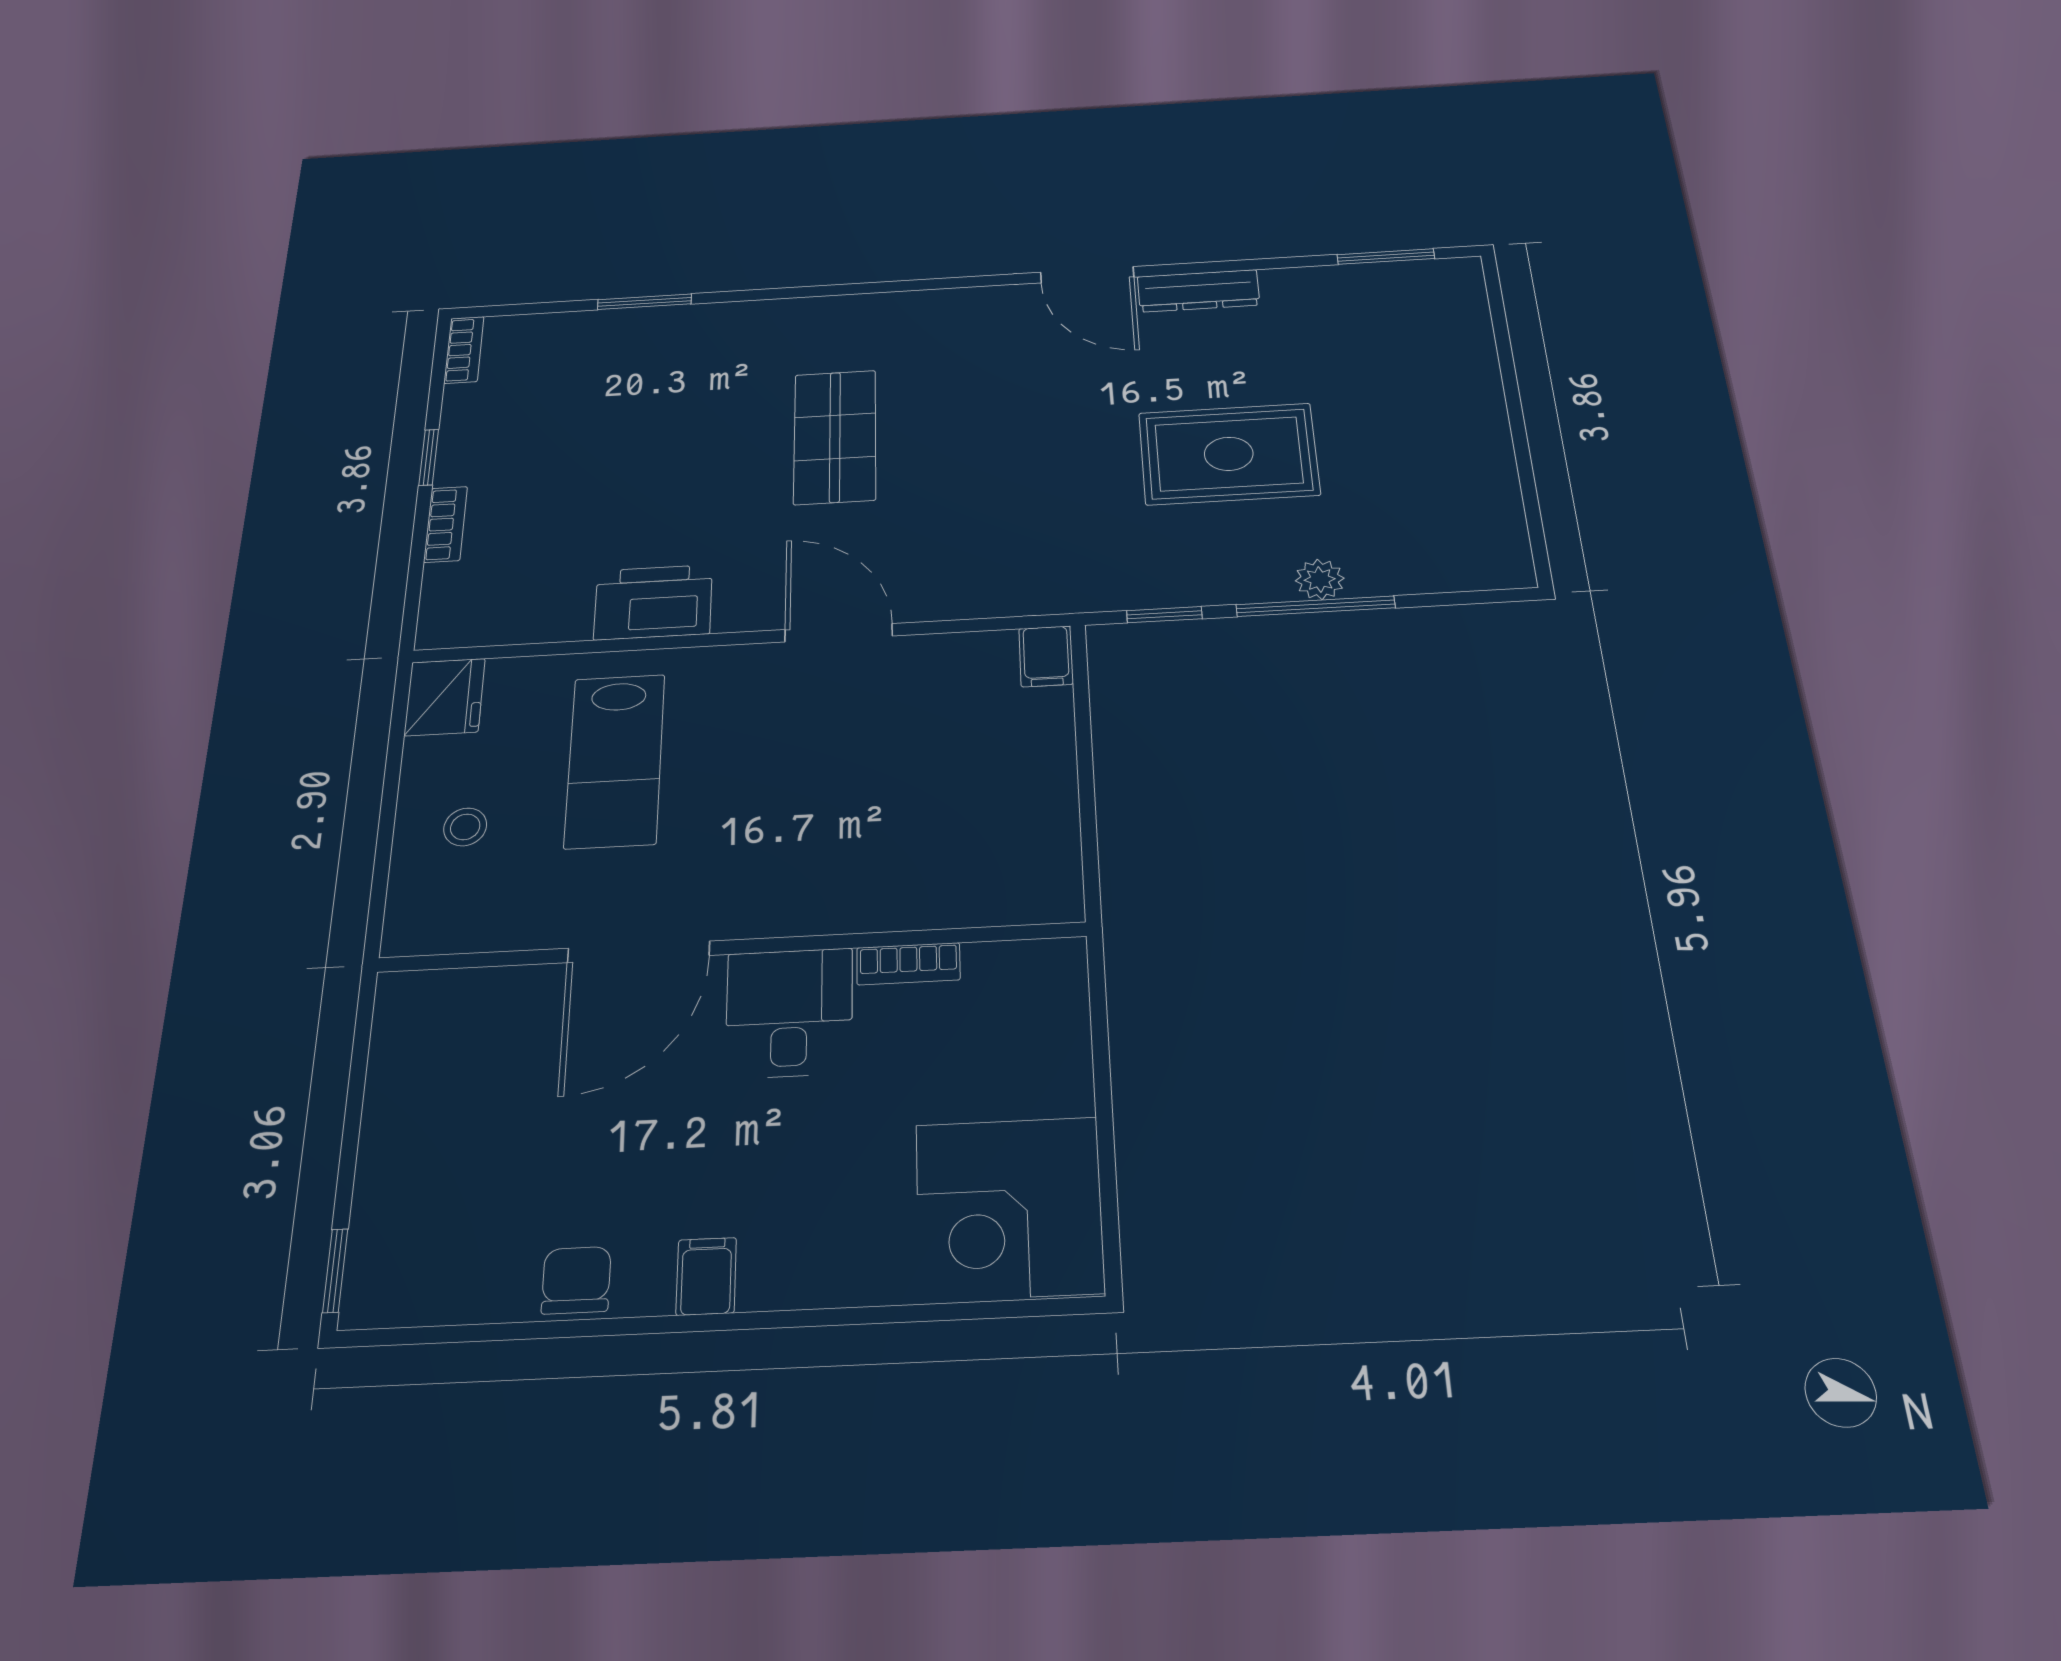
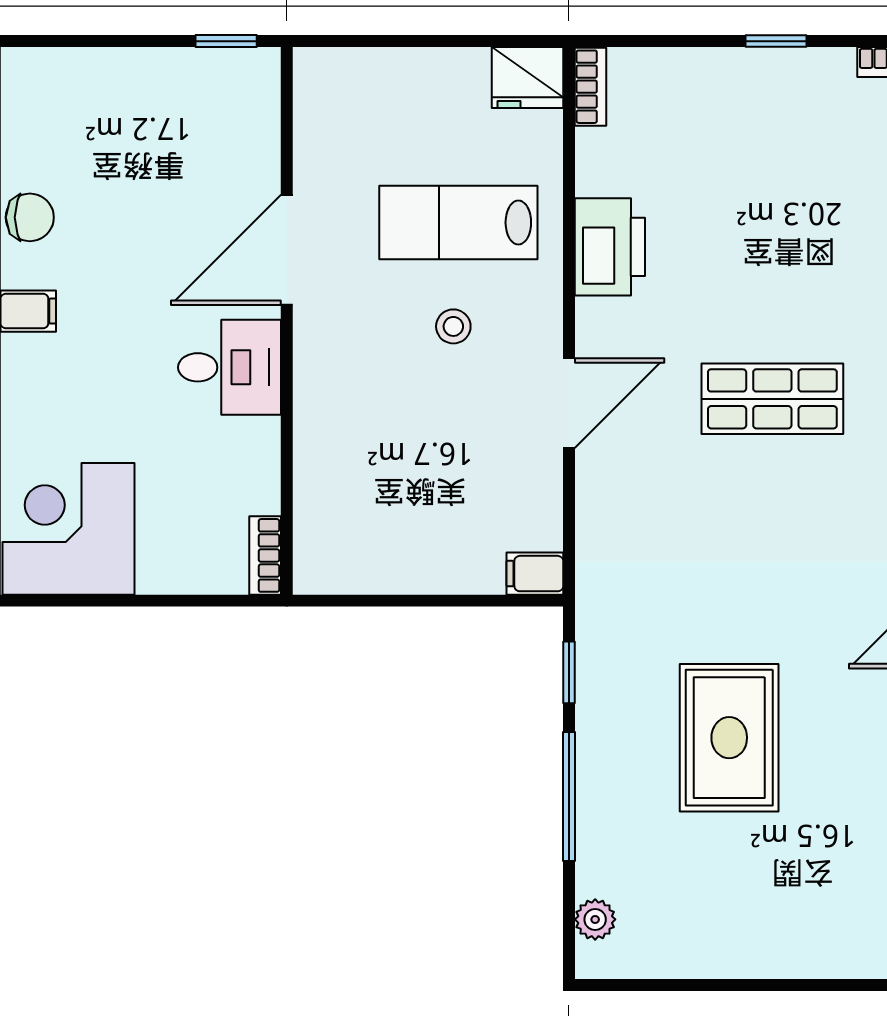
bookcase: (446, 524) -> (590, 87), moved, turned -90
plant: (1320, 579) -> (595, 919), moved
stool: (465, 827) -> (453, 326), moved
door: (638, 952) -> (287, 250), hinge flipped
bookcase: (908, 964) -> (265, 555), moved
window: (335, 1271) -> (226, 41), moved

